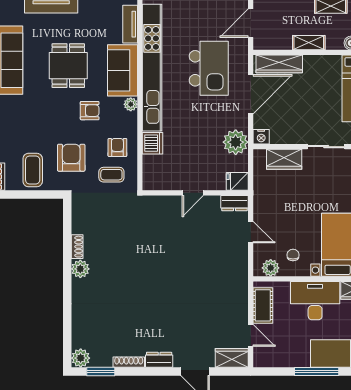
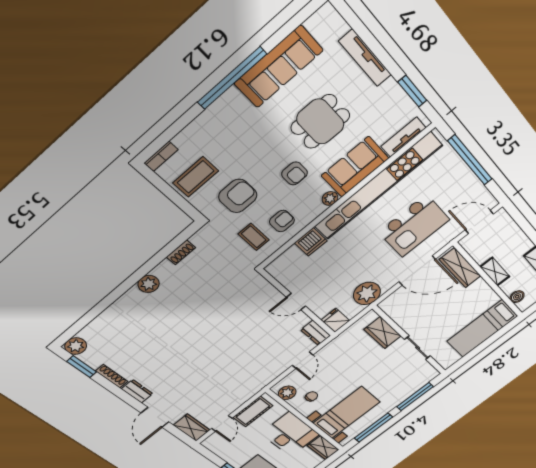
nightstand: (261, 137) -> (387, 305), removed
shoe rack: (77, 247) -> (181, 252), moved

